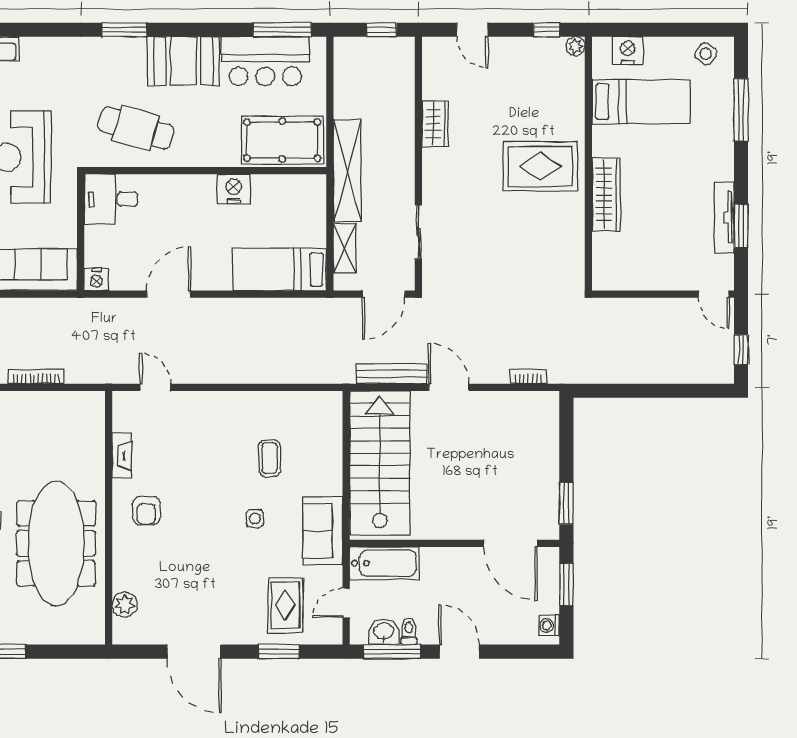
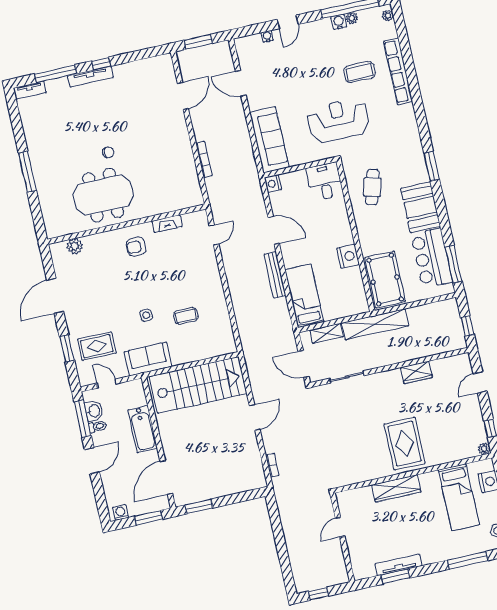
cafe table: (136, 128) -> (372, 187), width x0.73, depth x0.74
door: (714, 294) -> (340, 527), moved
bench: (392, 374) -> (275, 275), moved
meeting table: (56, 543) -> (103, 195), width x0.73
bathtub: (384, 563) -> (143, 429), moved

